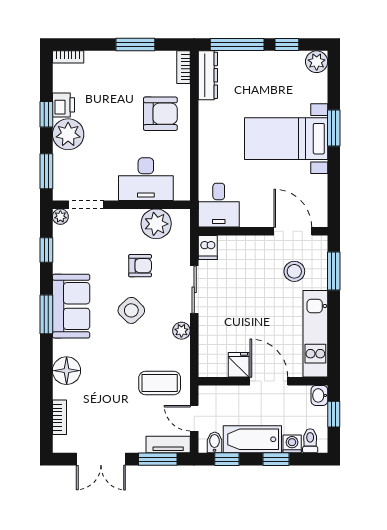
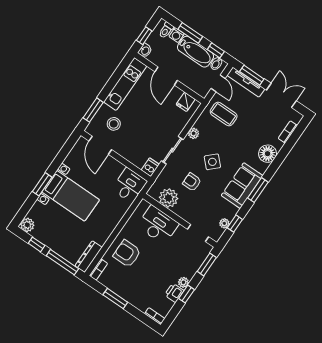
plant: (68, 134) -> (183, 282), width x0.53, depth x0.53
plant: (60, 217) -> (224, 223), moved
fridge: (239, 365) -> (186, 102), moved
tv unit: (168, 445) -> (246, 82), width x1.41
window: (276, 459) -> (190, 33), width x1.50

